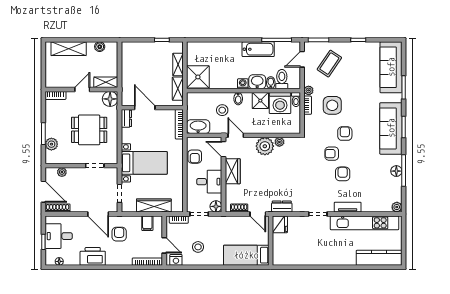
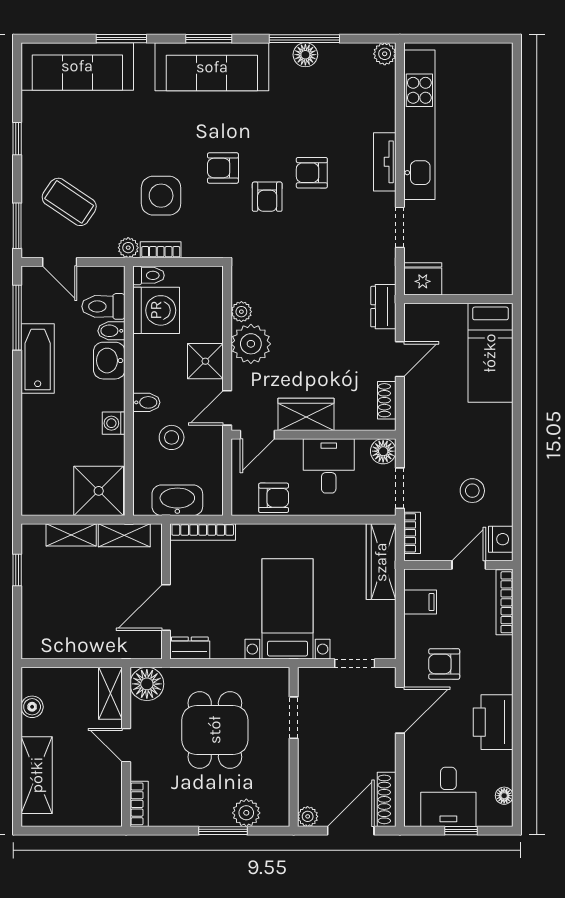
washing machine: (243, 84) -> (114, 423), moved
shower: (260, 101) -> (205, 361), moved
washbasin: (198, 127) -> (177, 500), moved, turned 90
plant: (62, 172) -> (308, 816), moved
wardrobe: (154, 205) -> (381, 562), moved
fridge: (280, 224) -> (423, 279), moved
wall: (271, 241) -> (458, 299), moved
bed: (246, 255) -> (490, 353), moved
kitchen counter: (379, 258) -> (496, 93), removed

